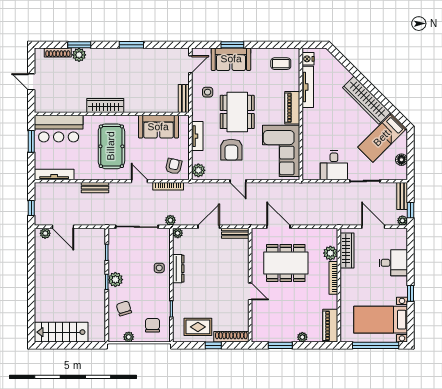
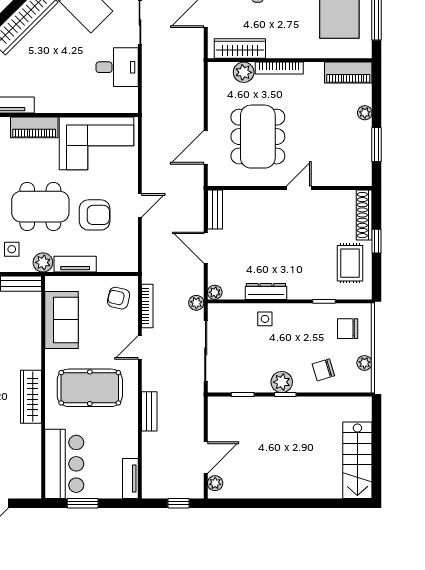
plant: (198, 170) -> (43, 262), moved
tv unit: (54, 174) -> (130, 479), width x0.71

